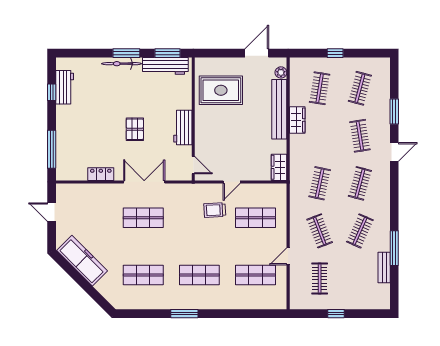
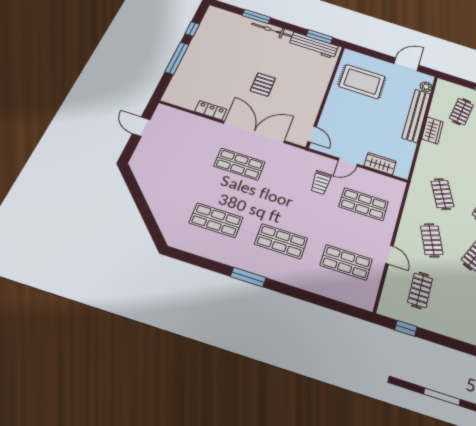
window: (126, 53) -> (256, 16), moved
workbench: (65, 87) -> (207, 29), removed
workbench: (183, 128) -> (313, 99), removed
window: (52, 149) -> (177, 58), moved
wardrobe: (279, 167) -> (380, 164), moved, turned 90
double door: (144, 182) -> (254, 132), width x1.36
clothes rail: (320, 183) -> (442, 194), turned -36
trolley: (215, 210) -> (321, 182), turned -87
door: (288, 256) -> (389, 255), swing flipped
freezer: (82, 261) -> (152, 183), removed
window: (336, 314) -> (406, 328), moved

